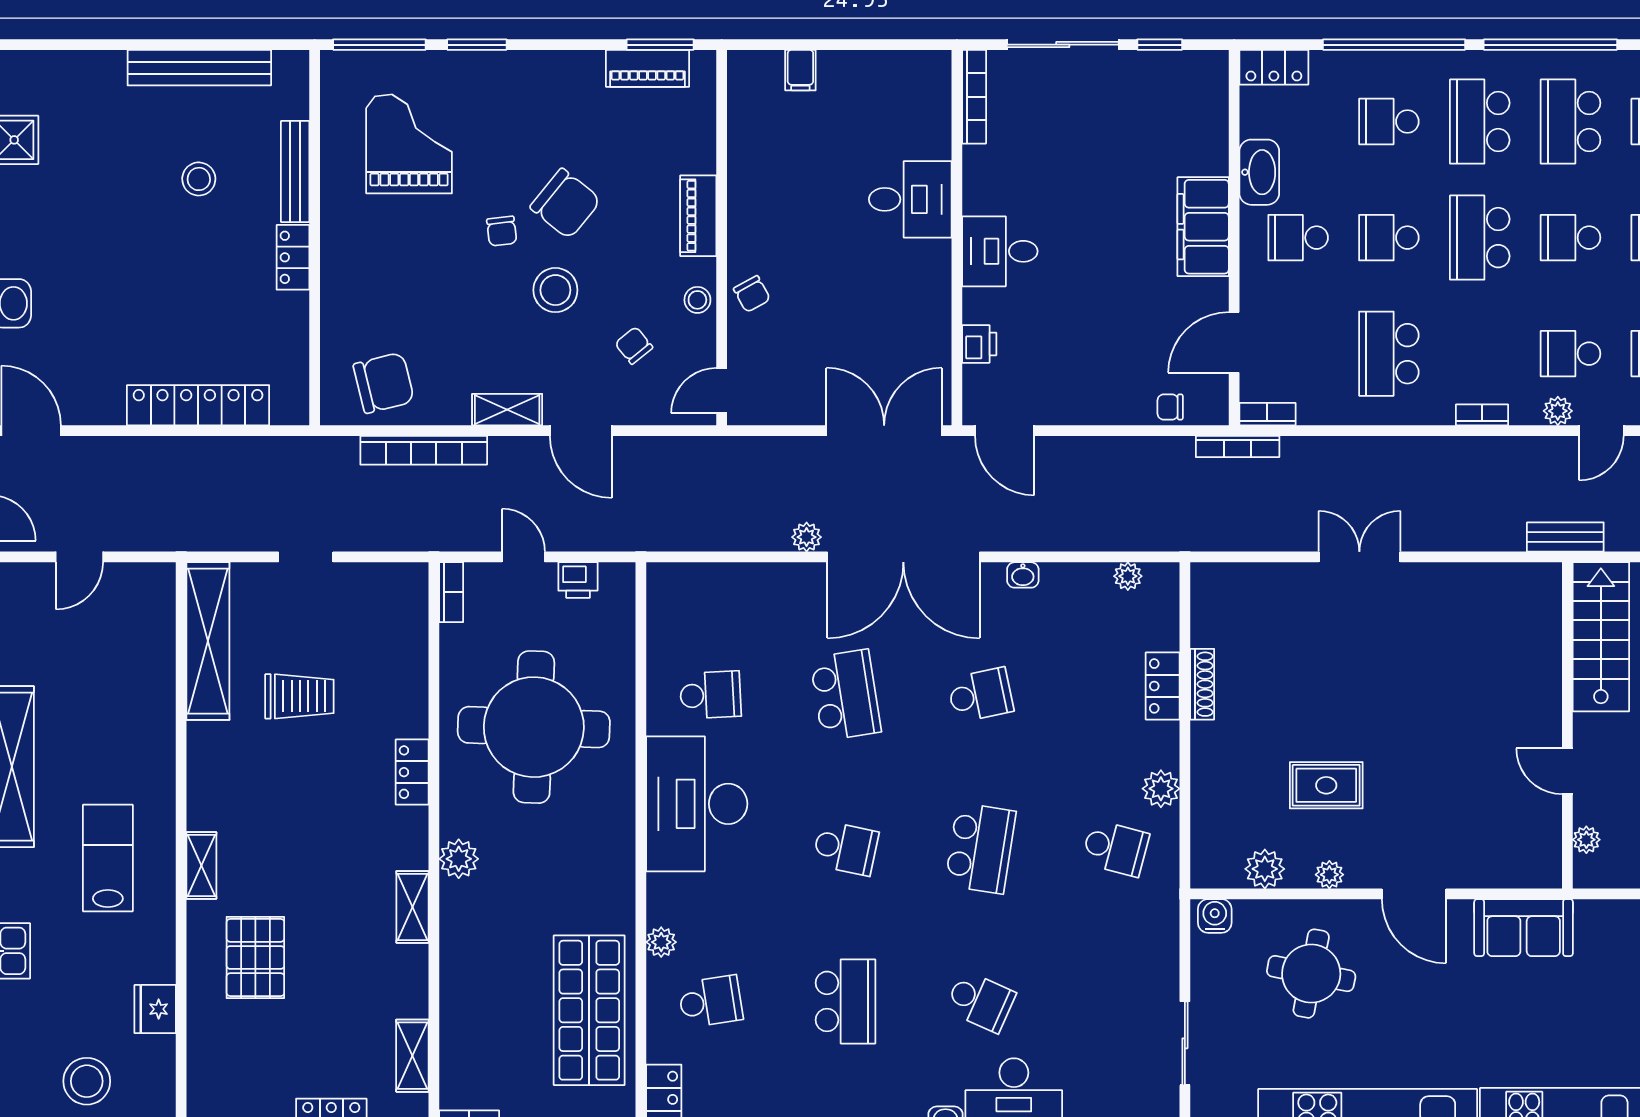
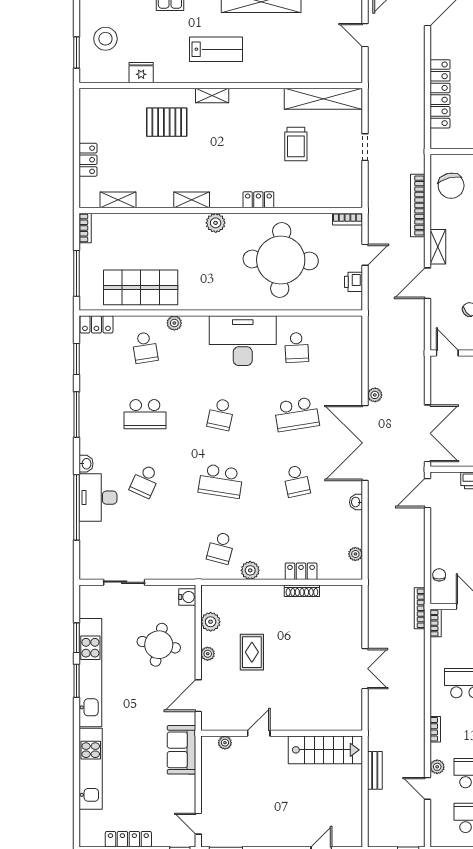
stairs: (1601, 637) -> (325, 750), moved
wall: (1567, 725) -> (282, 733), moved
door: (1567, 771) -> (259, 733), moved
plant: (1586, 840) -> (225, 743), moved

